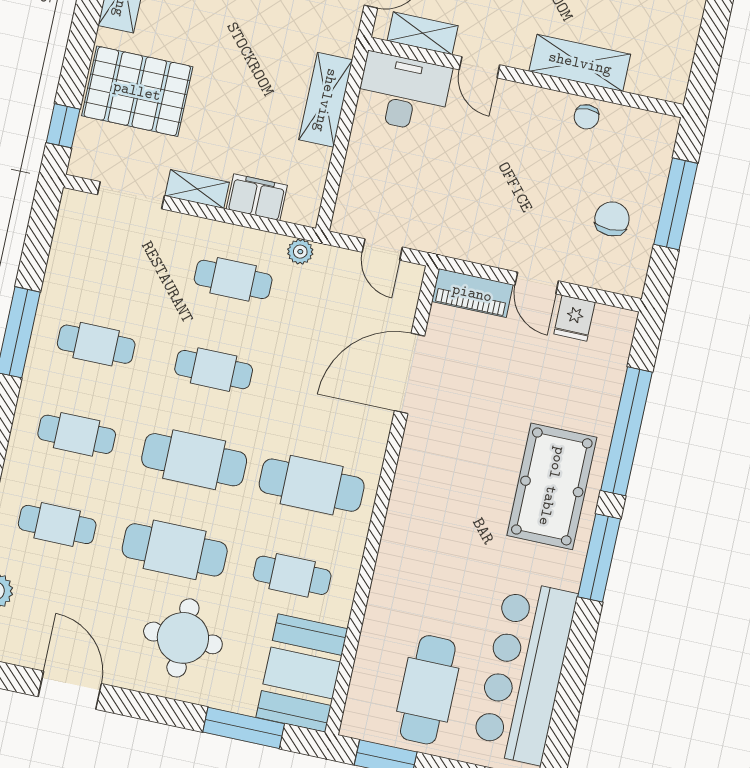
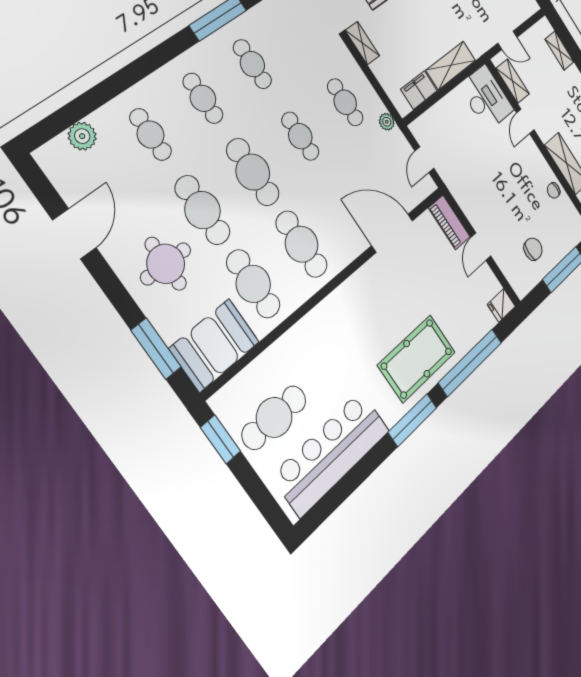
filing cabinet: (257, 197) -> (419, 90), moved, turned -90
fridge: (574, 318) -> (501, 305), moved
cafe table: (292, 575) -> (253, 284), width x1.37, depth x1.35

